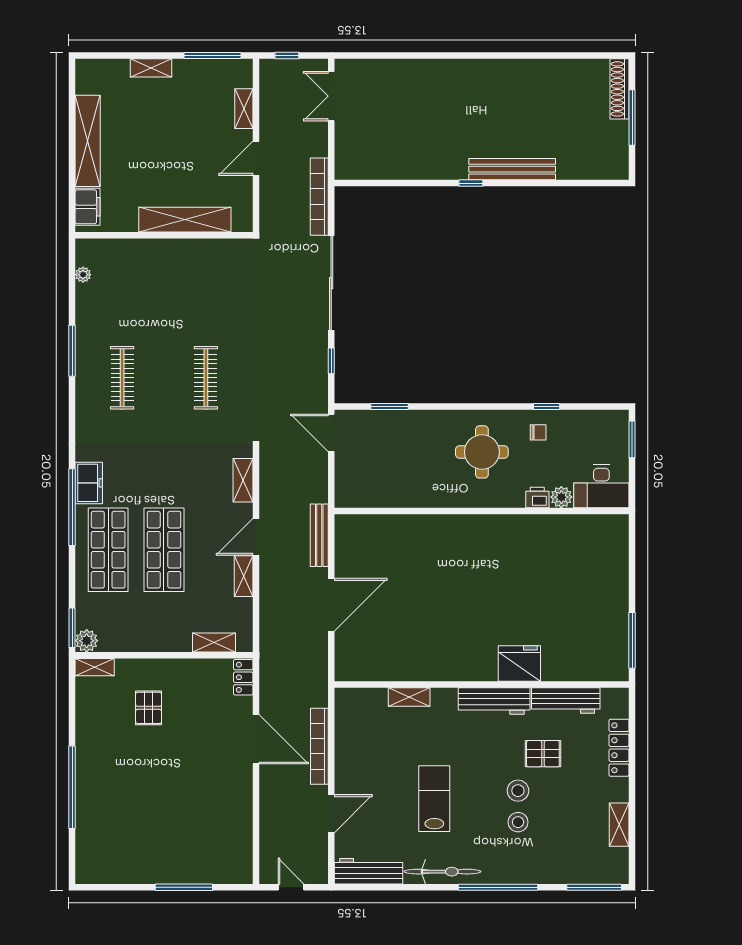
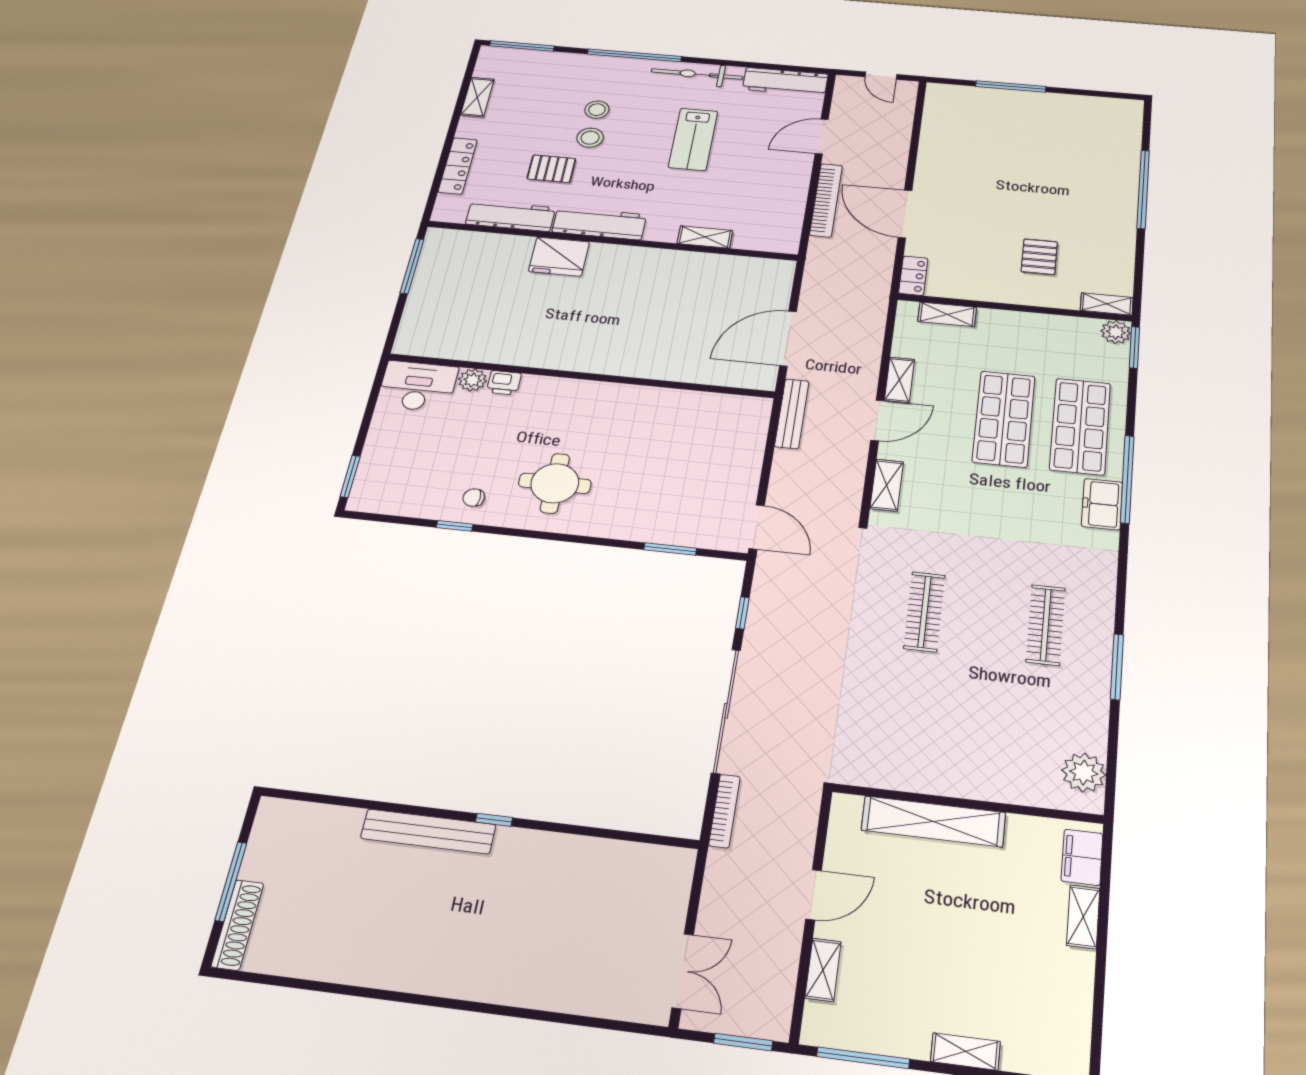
window: (287, 56) -> (743, 1042), width x1.50
shelving: (88, 141) -> (1083, 917), width x0.45, depth x0.75
bookcase: (319, 197) -> (724, 811), width x0.68, depth x0.76
plant: (83, 275) -> (1084, 773), width x1.87, depth x1.87
desk: (601, 486) -> (417, 386), moved
printer: (537, 497) -> (504, 383), moved
plant: (561, 497) -> (473, 380), moved
wall: (482, 511) -> (580, 376), moved

